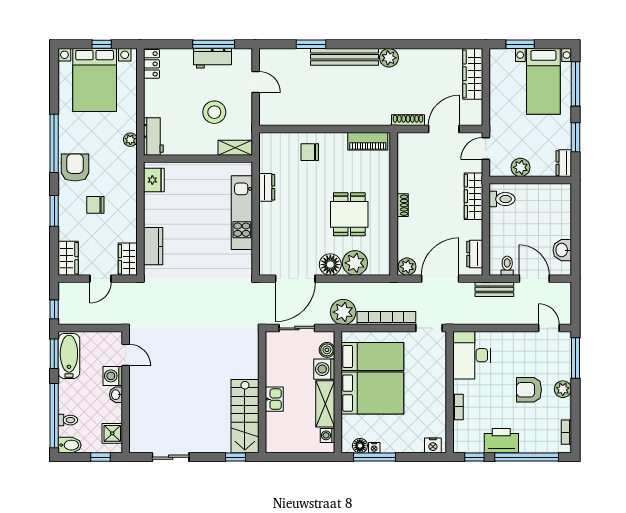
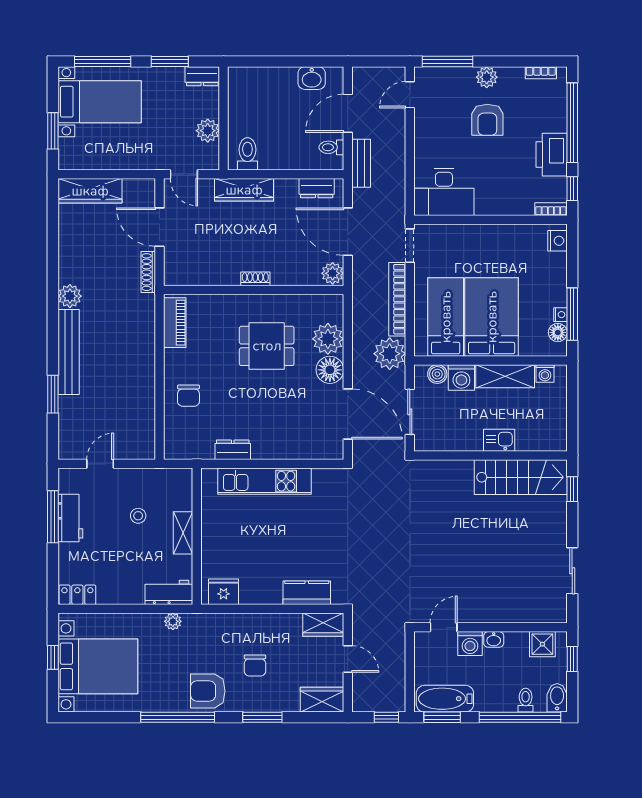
stool: (214, 112) -> (138, 516), width x0.53, depth x0.53
shelving: (235, 148) -> (183, 533), moved
bookcase: (458, 407) -> (551, 209), moved

